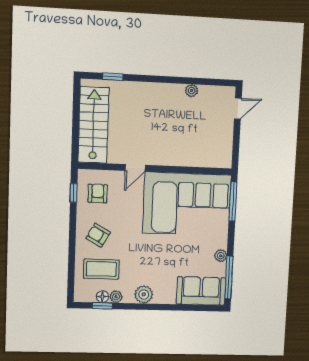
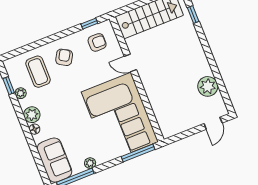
plant: (192, 91) -> (208, 86), width x1.88, depth x1.88
door: (238, 108) -> (213, 123), hinge flipped
floor lamp: (102, 297) -> (35, 129), moved

